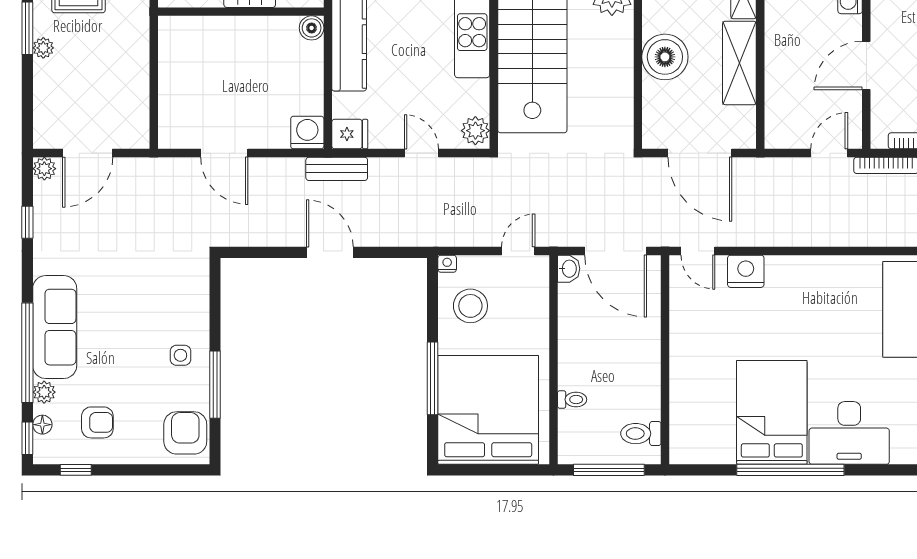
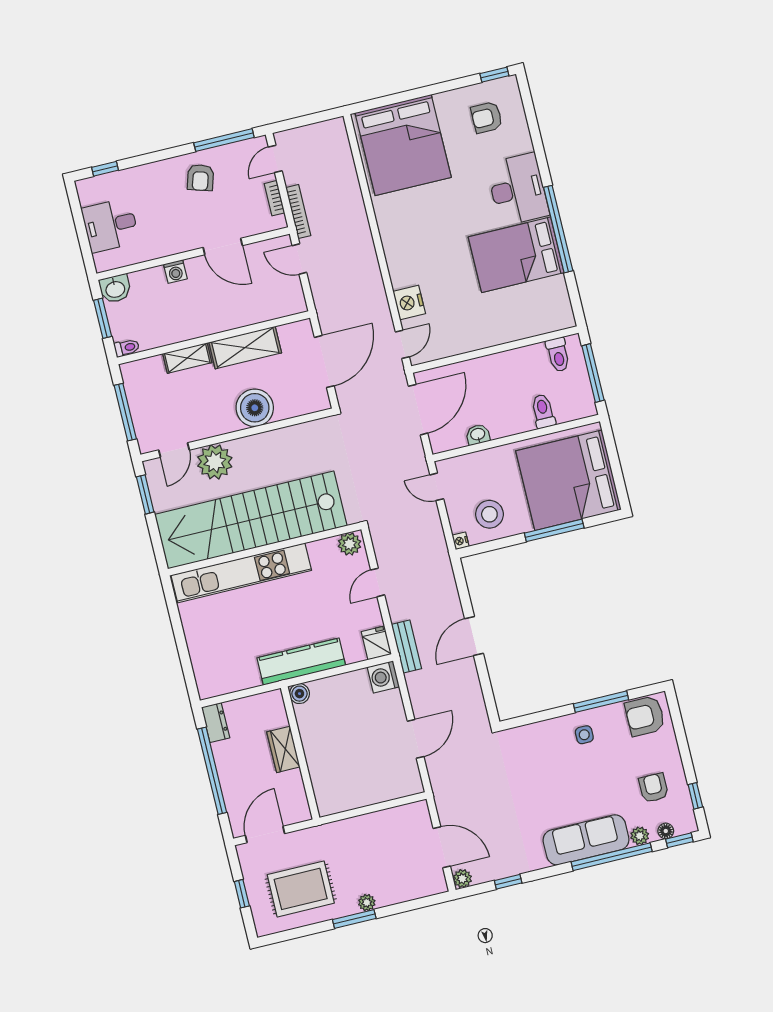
washbasin: (569, 269) -> (478, 435), moved
toilet: (572, 400) -> (543, 411), width x1.37, depth x1.39

